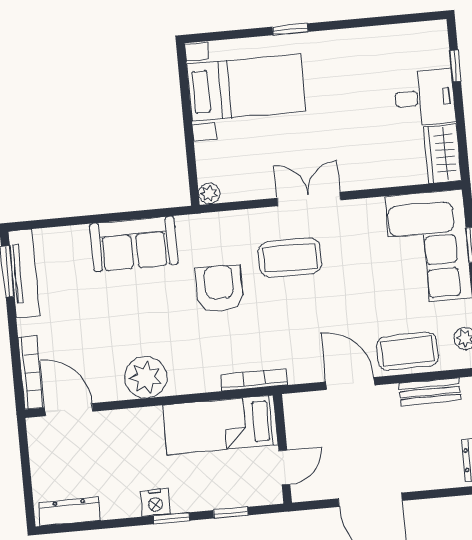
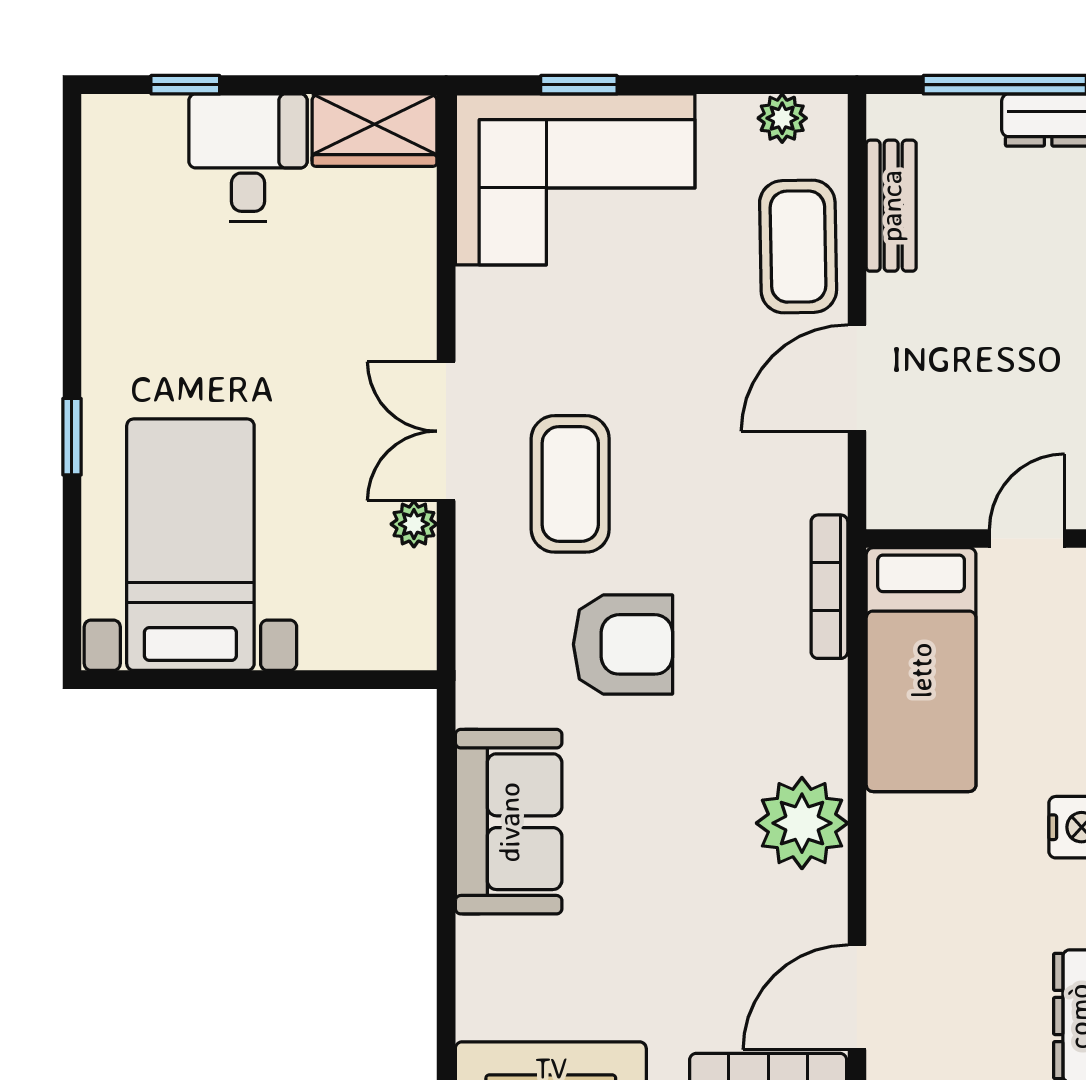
plant: (209, 194) -> (414, 524), moved
armchair: (219, 288) -> (623, 644), turned 180
door: (284, 468) -> (1027, 539), hinge flipped

